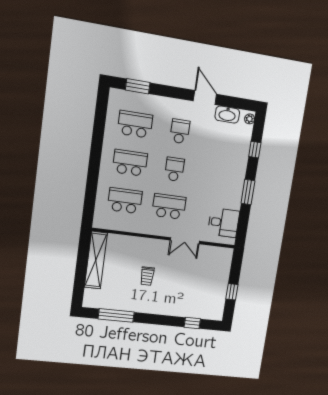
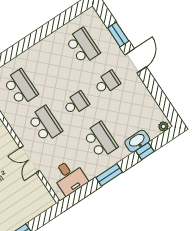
window: (138, 86) -> (118, 35), moved
door: (205, 98) -> (136, 61), moved
washbasin: (227, 115) -> (137, 141), moved, turned 90
school desk: (130, 163) -> (100, 140), moved

